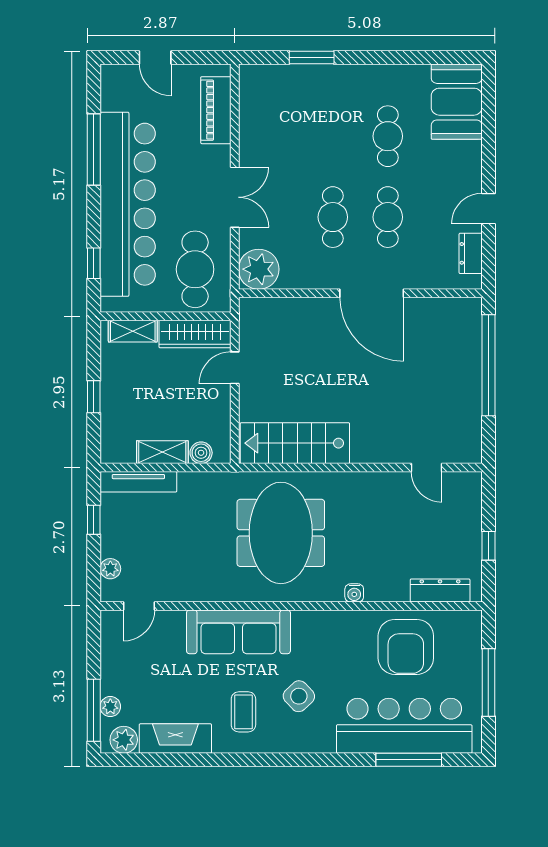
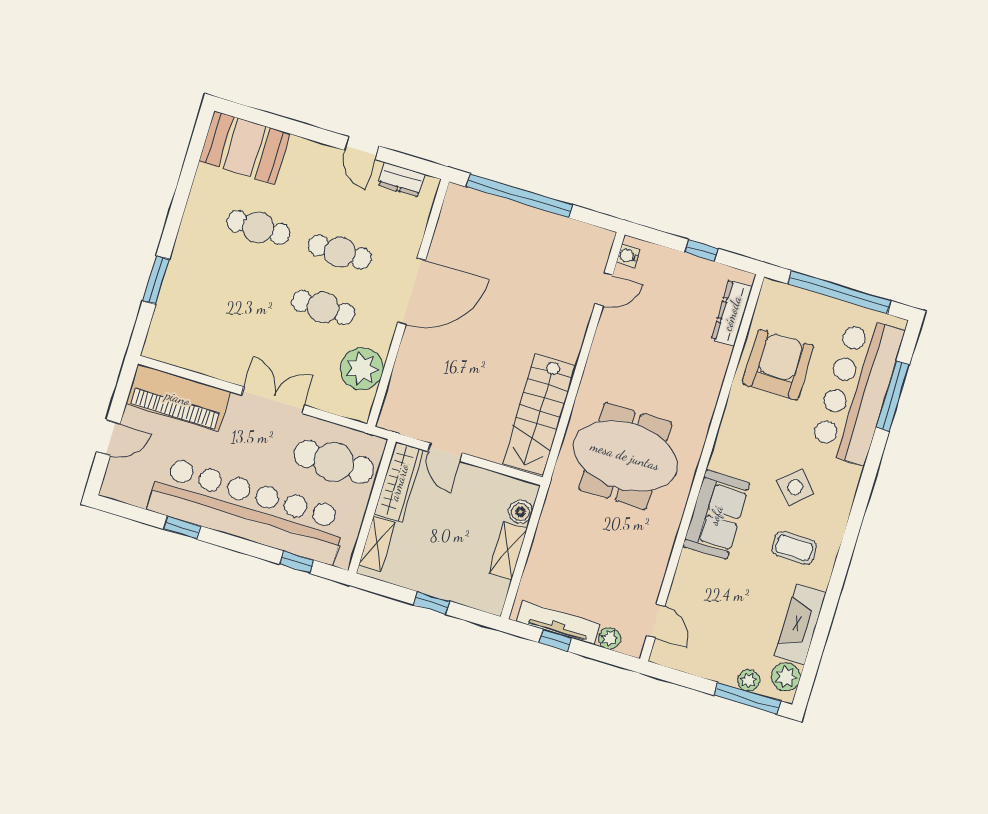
piano: (216, 110) -> (178, 398), width x1.37, depth x1.33
window: (94, 150) -> (182, 528), width x0.46
plant: (259, 269) -> (362, 369), moved
tv unit: (138, 482) -> (559, 623), moved, turned -90
water cooler: (354, 593) -> (628, 256), moved, turned 180
sofa: (238, 632) -> (716, 515), width x0.73
armchair: (406, 647) -> (778, 365), turned -90
window: (488, 682) -> (839, 292), width x1.46

